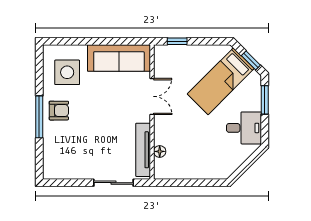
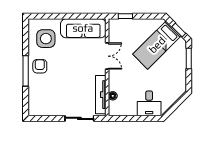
armchair: (59, 111) -> (40, 66), turned -90
desk: (244, 128) -> (149, 103), moved, turned 90

